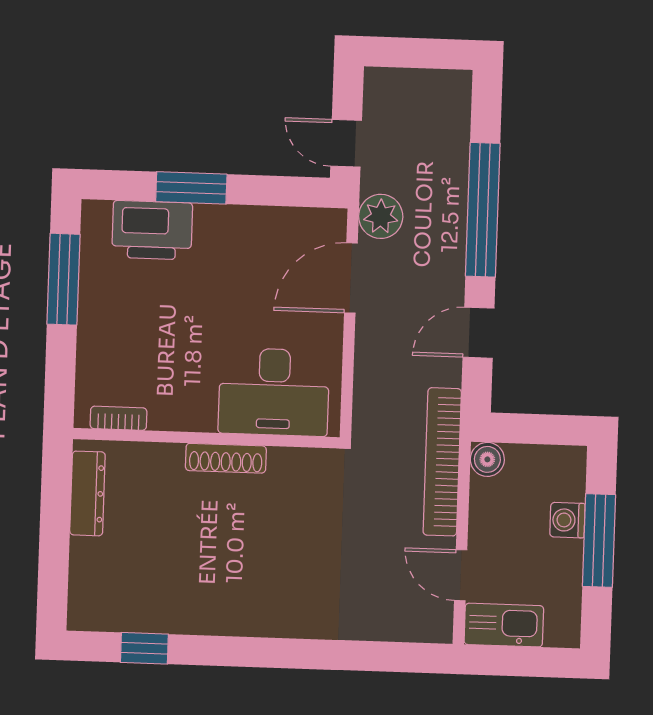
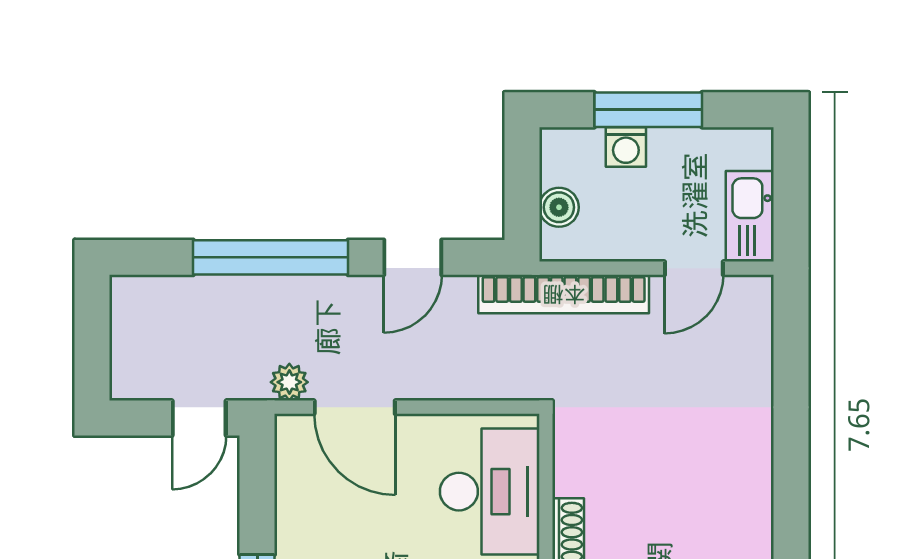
plant: (381, 216) -> (289, 382), width x0.73, depth x0.73
door: (479, 333) -> (413, 257), hinge flipped
boiler: (487, 459) -> (559, 207), moved

